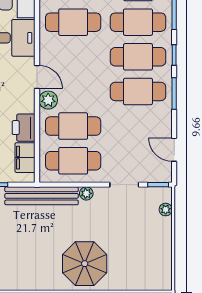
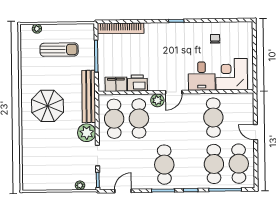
cafe table: (138, 57) -> (189, 164), removed
plant: (86, 193) -> (87, 133), width x1.87, depth x1.87
parasol: (85, 264) -> (48, 106), moved

